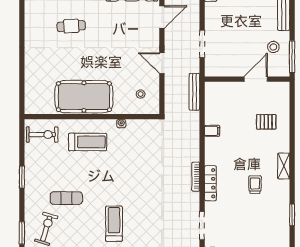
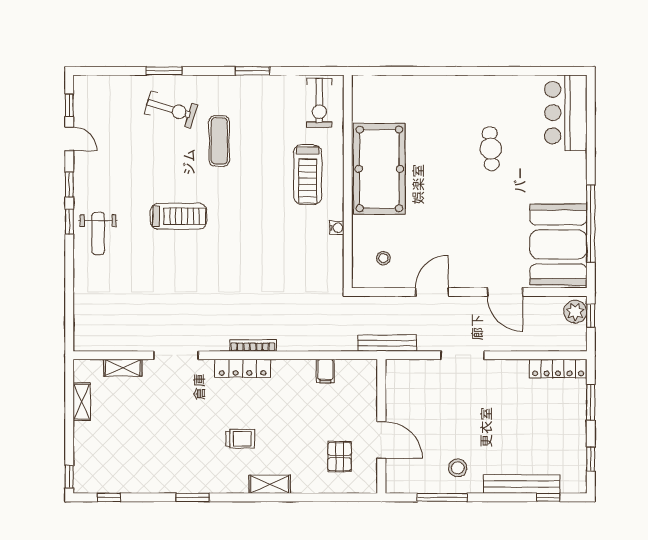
wall: (247, 79) -> (381, 426), moved
door: (256, 79) -> (381, 440), moved

